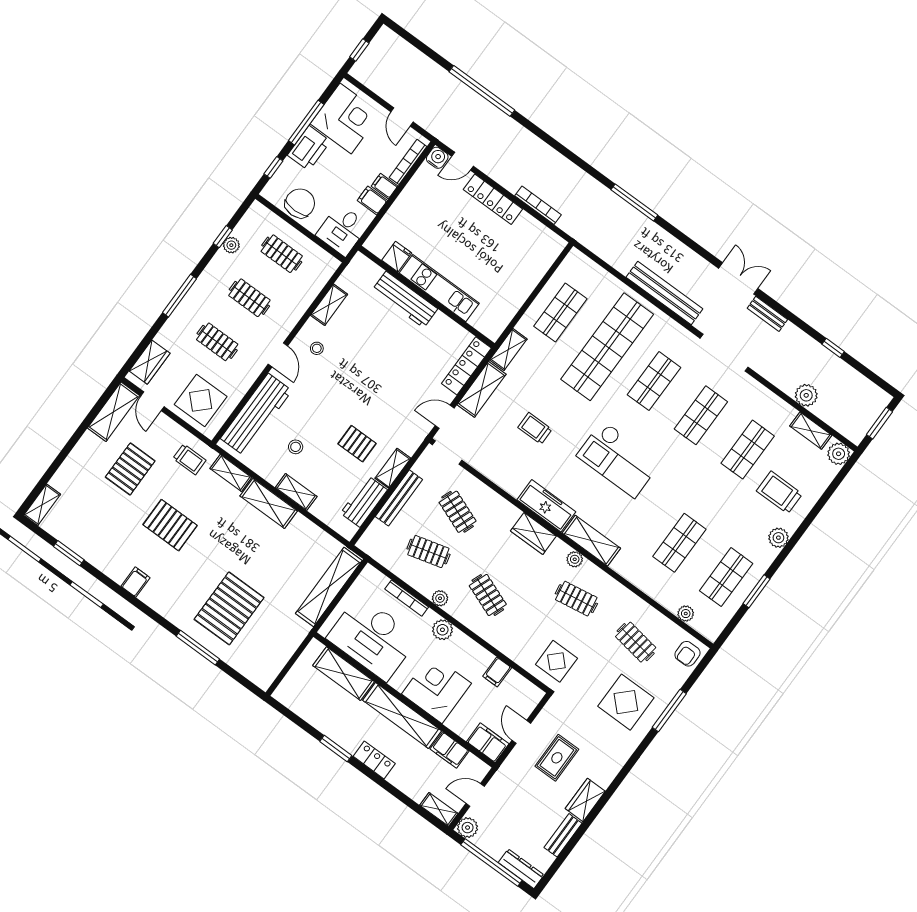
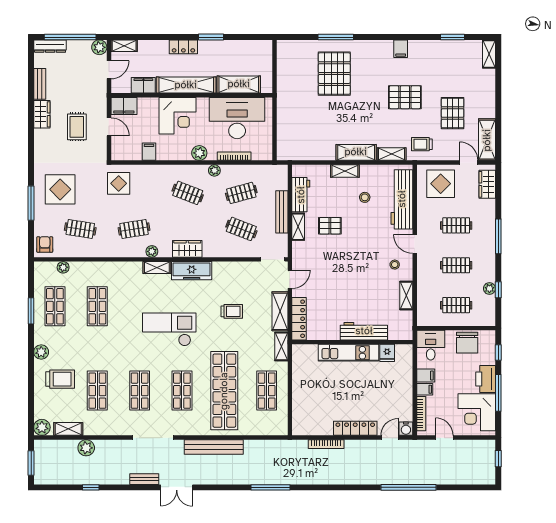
shelving: (591, 541) -> (157, 268), width x0.67, depth x0.75
shelving: (329, 587) -> (285, 129), removed

